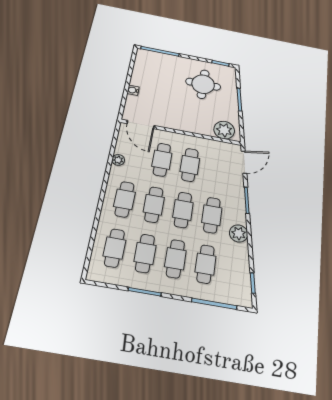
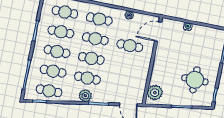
cafe table: (190, 165) -> (49, 91), moved
plant: (239, 233) -> (85, 96), moved

